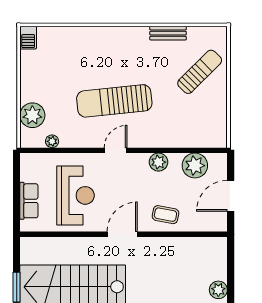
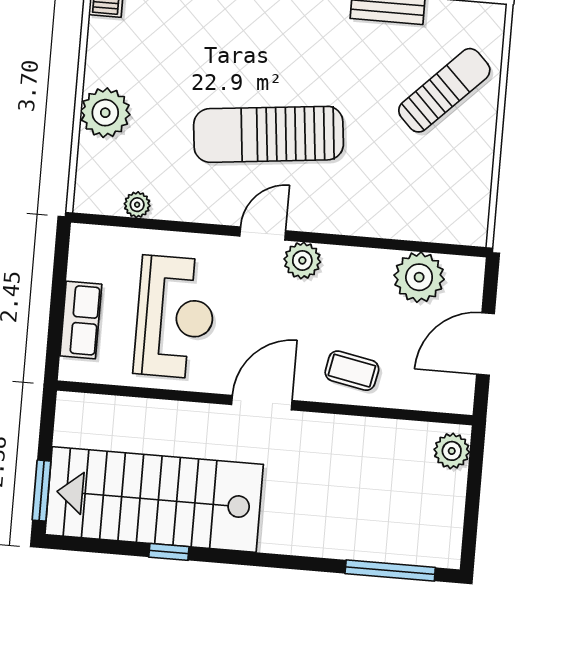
plant: (32, 115) -> (105, 113), moved
plant: (158, 162) -> (302, 260), moved
plant: (218, 290) -> (452, 451), moved

